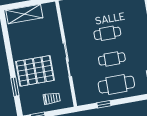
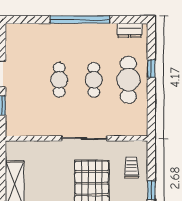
window: (104, 104) -> (151, 69), moved

